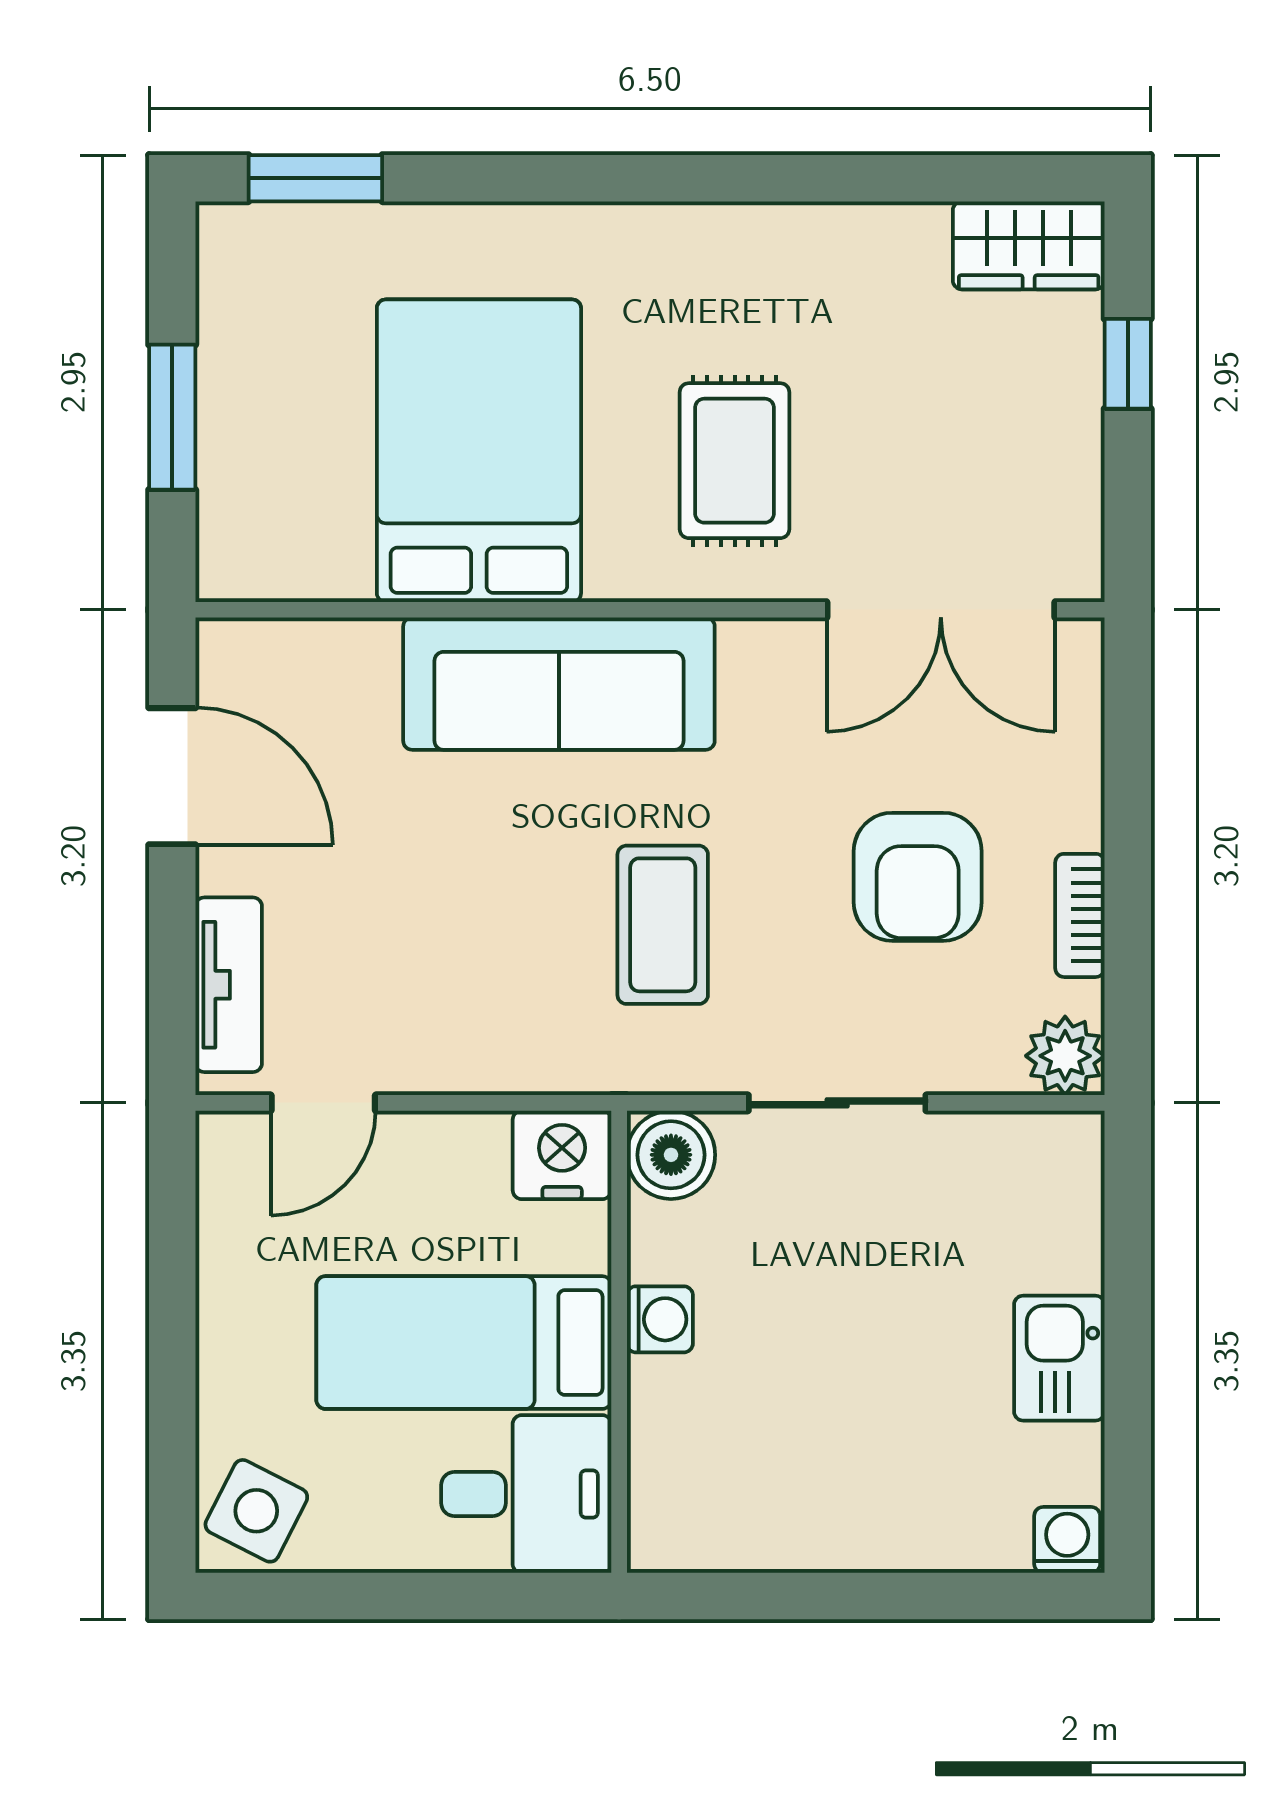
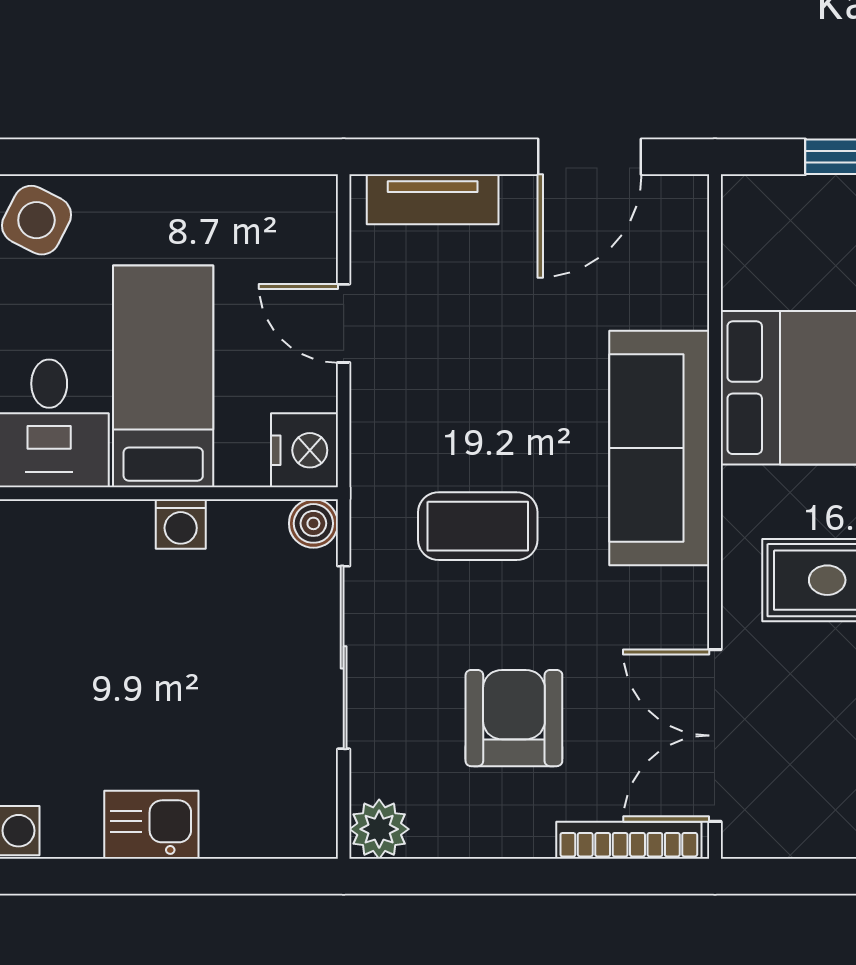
armchair: (918, 877) -> (514, 718), turned 90
bookcase: (1080, 915) -> (629, 840), moved, width x1.56
door: (323, 1103) -> (344, 323), moved
sliding door: (837, 1103) -> (344, 657), width x1.37
boiler: (671, 1155) -> (313, 523), width x0.73, depth x0.73

